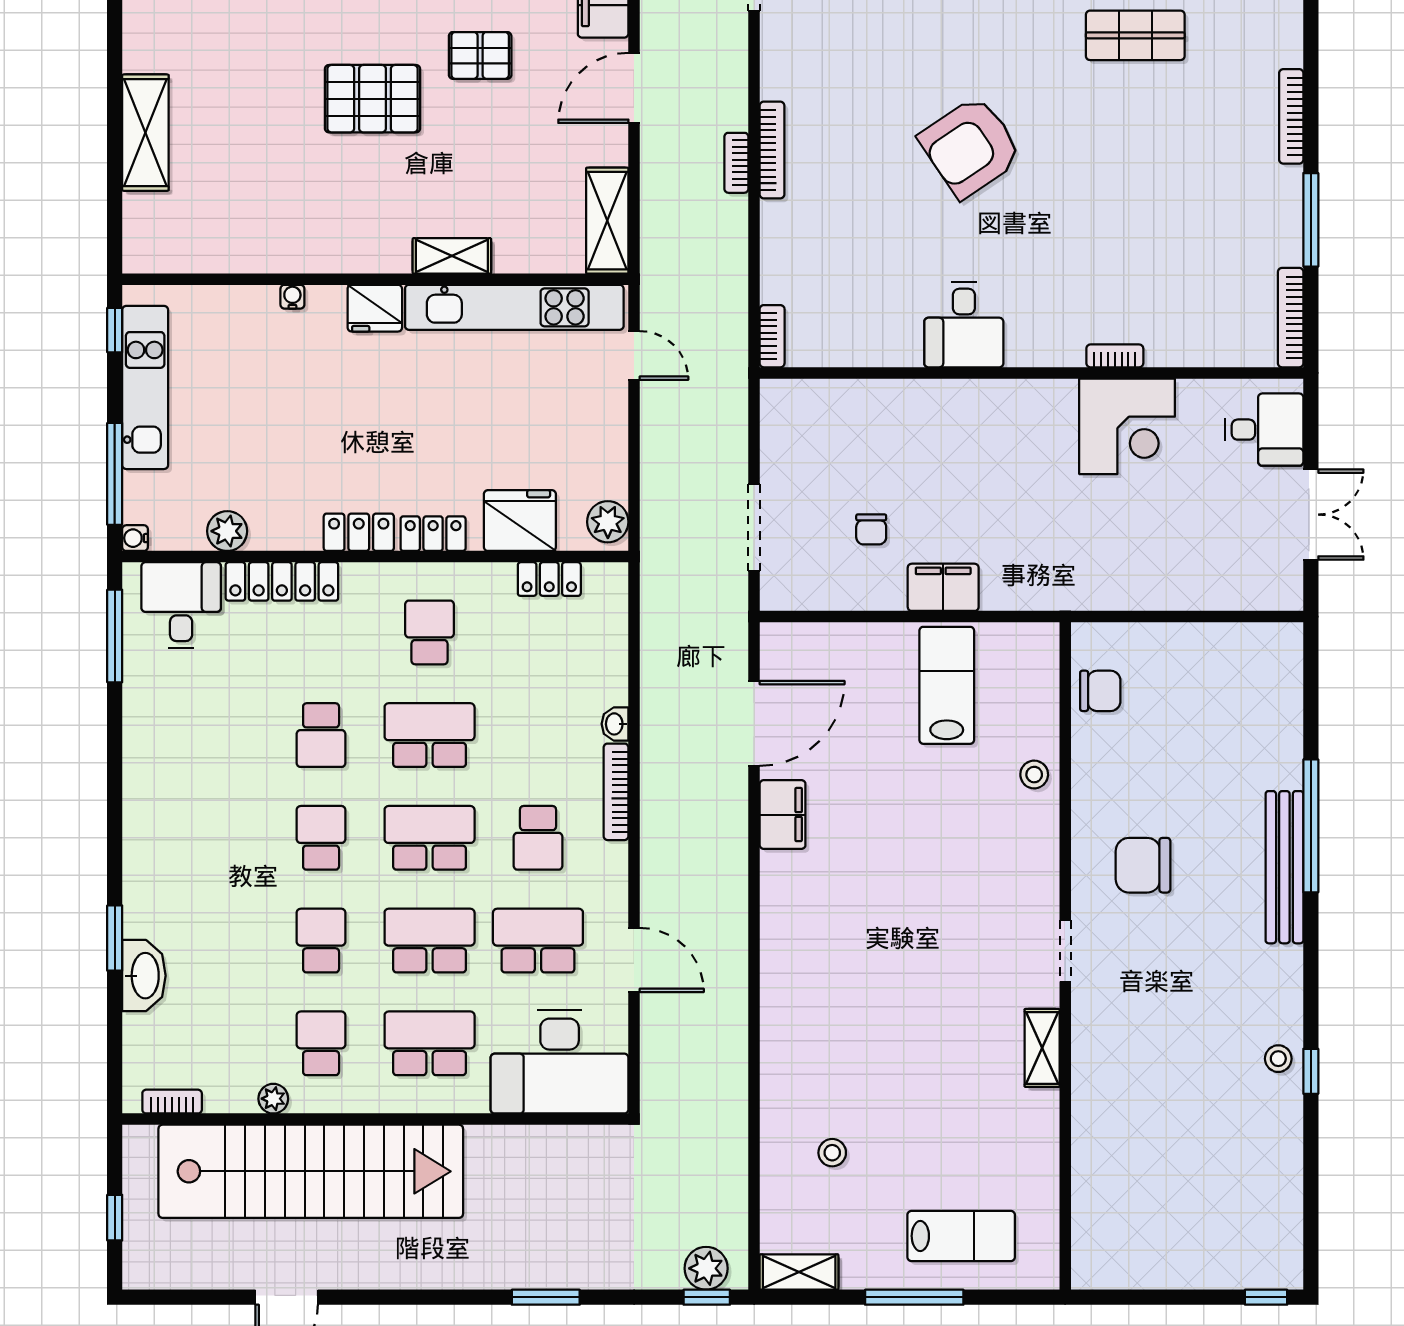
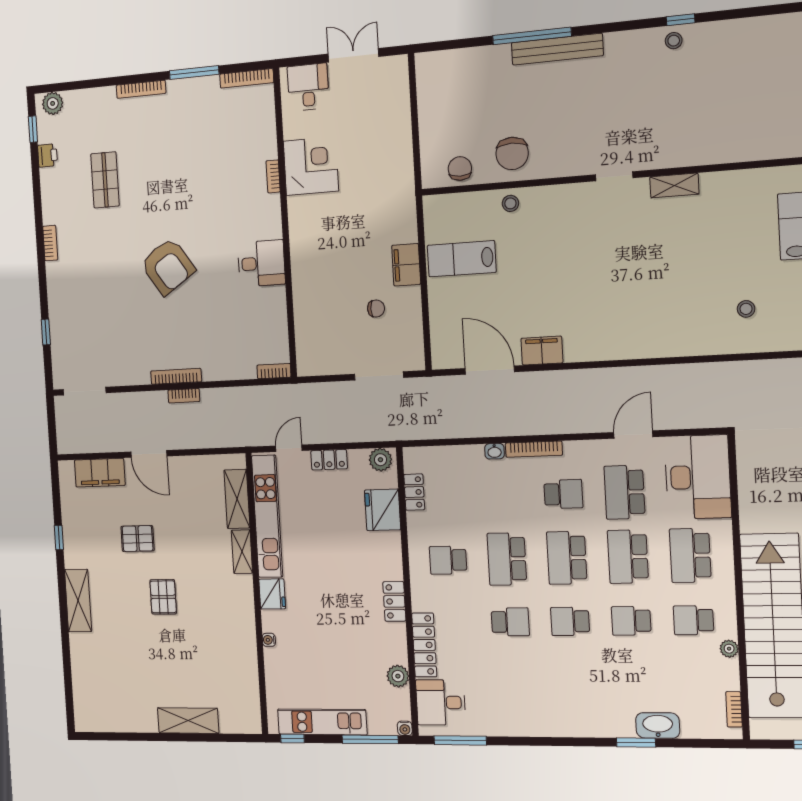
pallet: (480, 55) -> (138, 539), turned 90
pallet: (372, 99) -> (163, 597), width x0.67, depth x0.71
shelving: (607, 221) -> (237, 499), moved, turned 90
locker: (433, 534) -> (329, 460), moved, turned -90
chair: (1143, 865) -> (512, 153), moved

